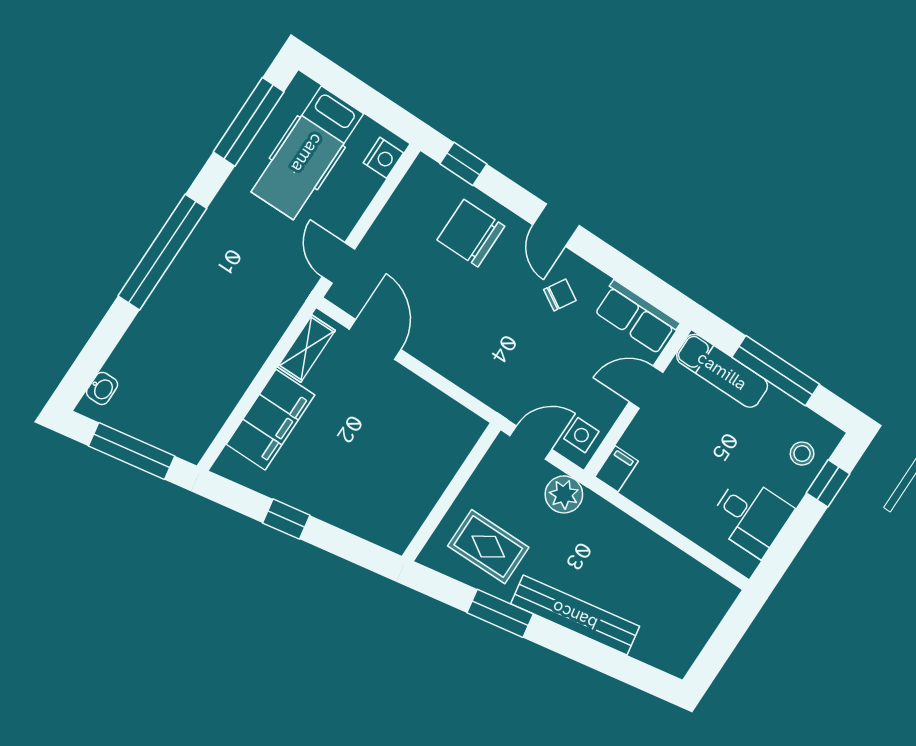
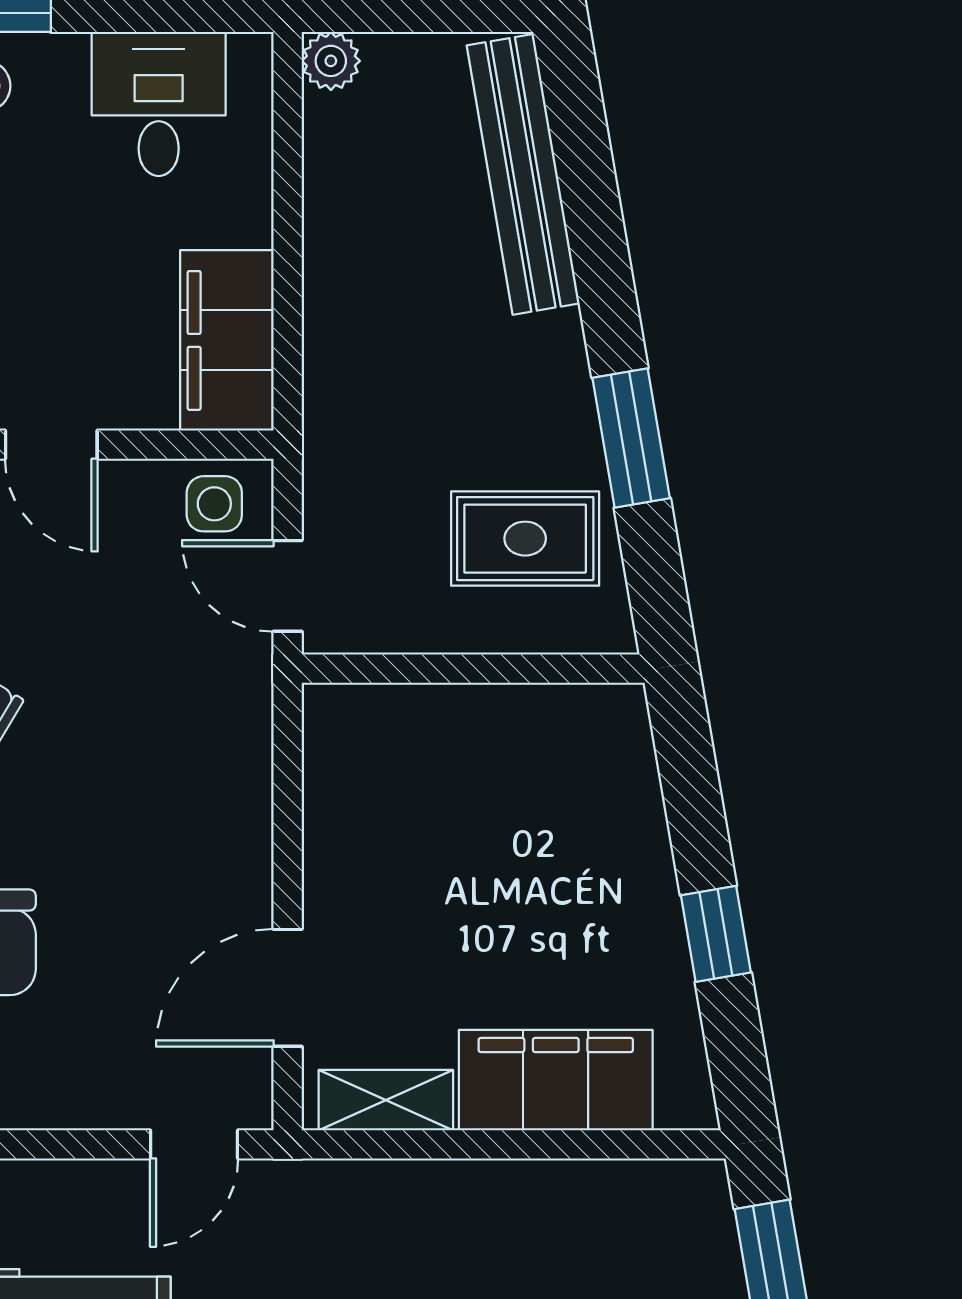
filing cabinet: (616, 469) -> (227, 340), width x3.00, depth x1.17
plant: (564, 494) -> (331, 61), moved, width x0.73, depth x0.73
rug: (488, 547) -> (525, 539), turned 90
bench: (575, 615) -> (523, 174), moved

